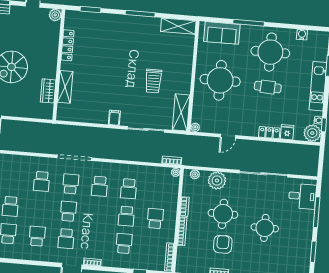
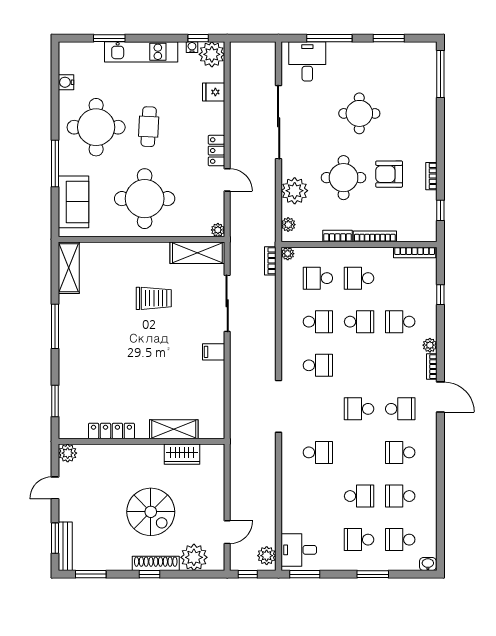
locker: (269, 133) -> (216, 151), moved
school desk: (71, 184) -> (318, 278), moved
plant: (107, 262) -> (430, 345), added

